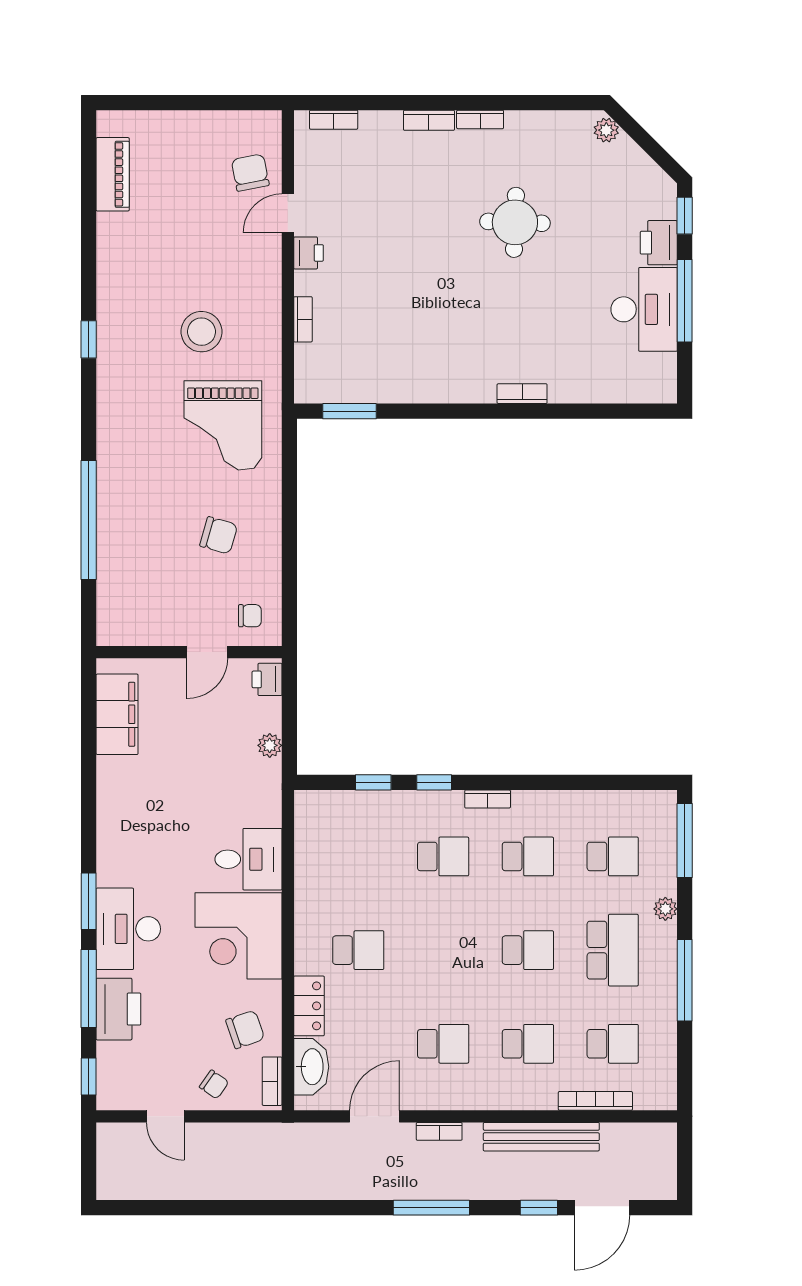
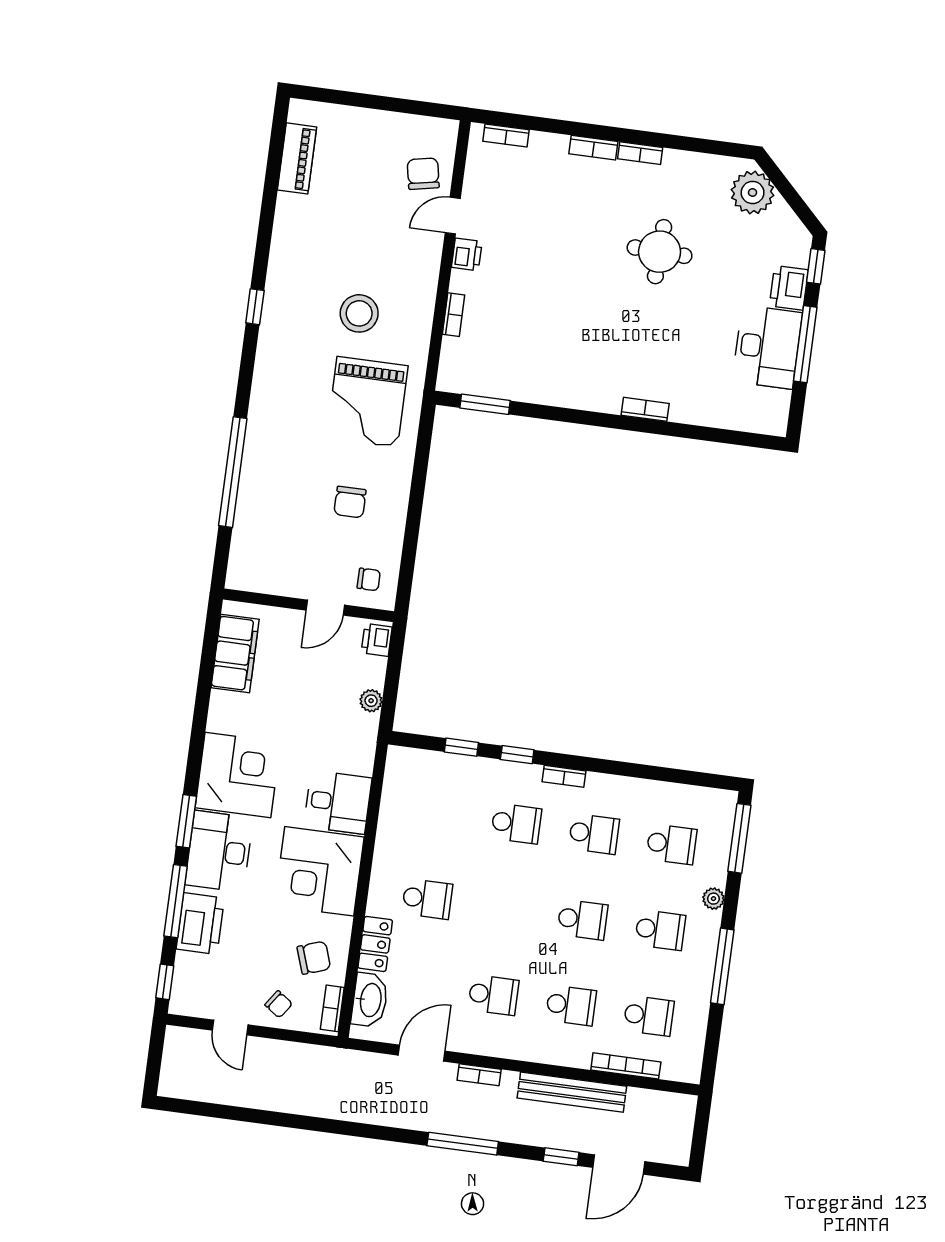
plant: (606, 130) -> (753, 192), width x1.88, depth x1.88
chair: (219, 535) -> (350, 502), turned 74
corner desk: (137, 844) -> (238, 775), added
school desk: (613, 950) -> (660, 930), width x0.54

